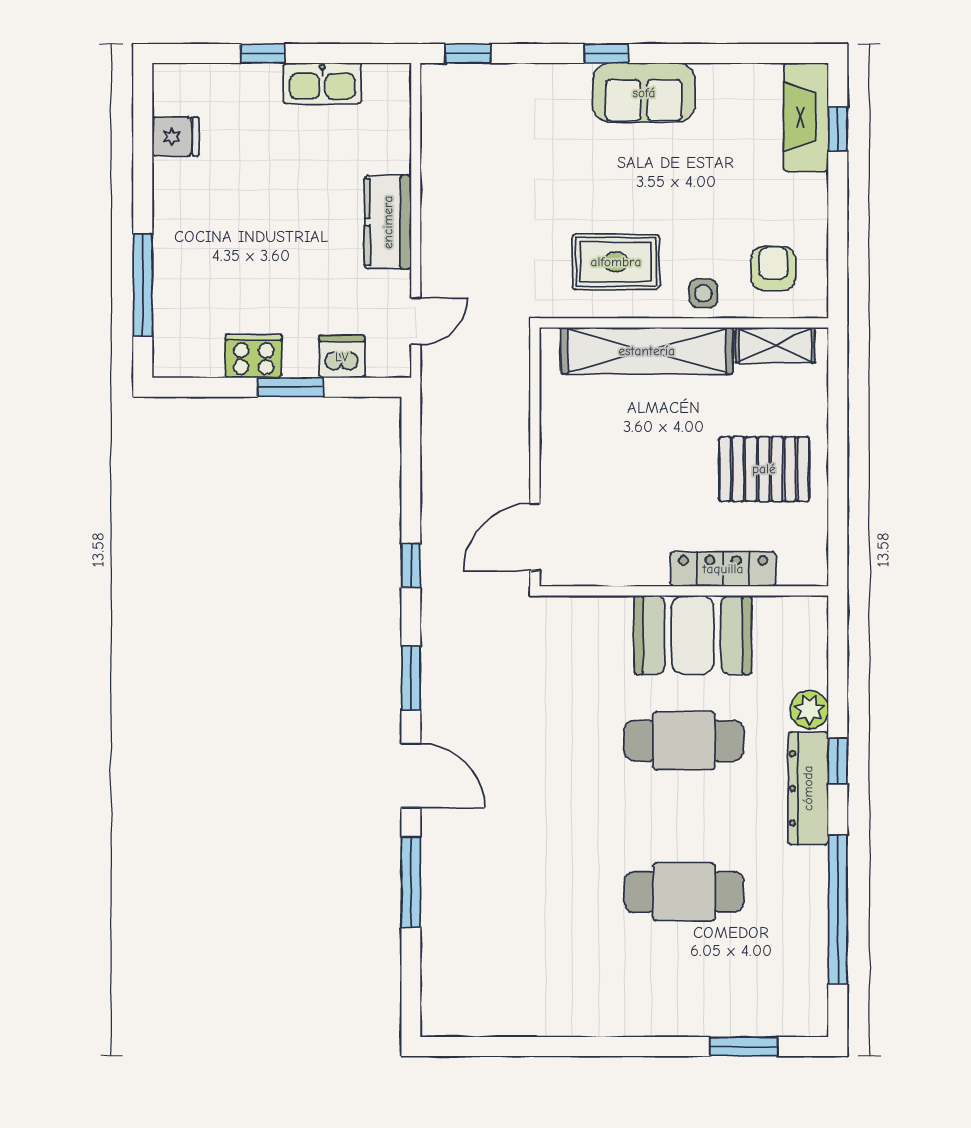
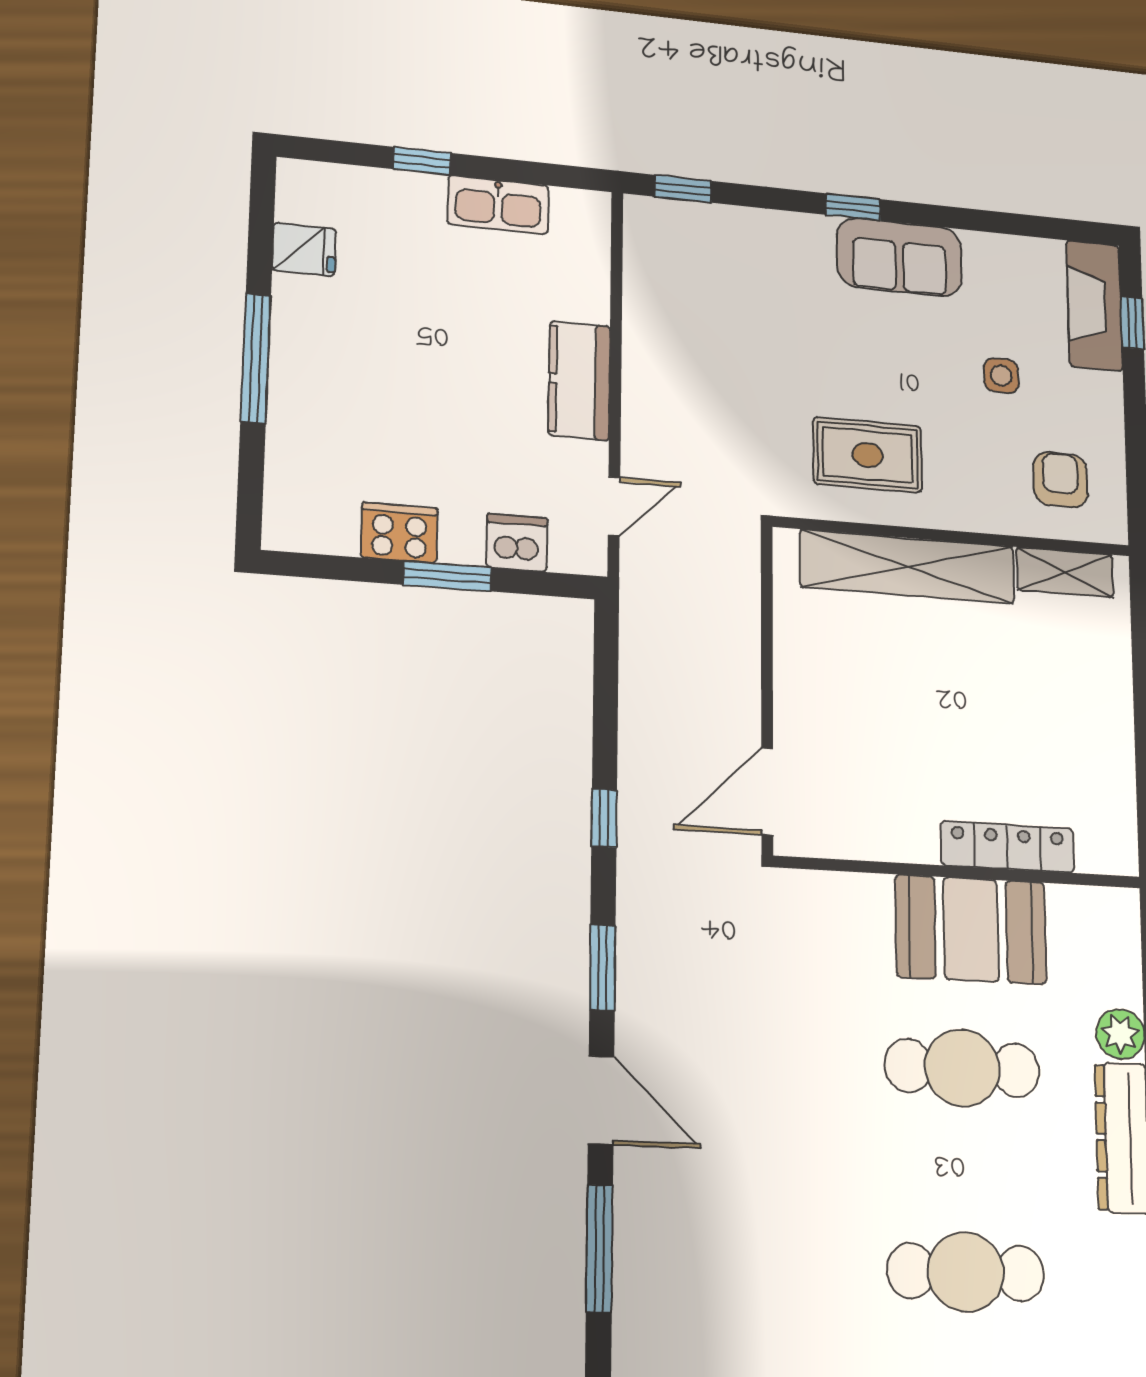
window: (143, 285) -> (256, 359), moved
side table: (703, 293) -> (1001, 376), moved
pallet: (764, 469) -> (1056, 724), removed

